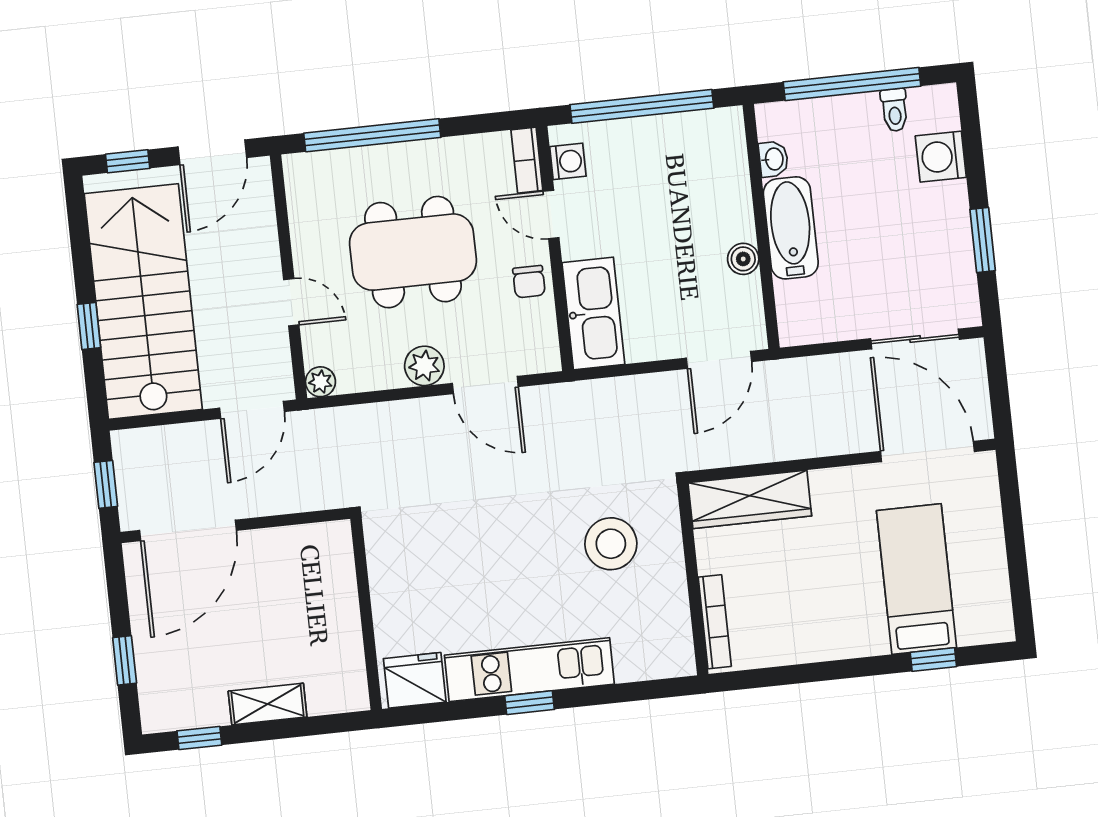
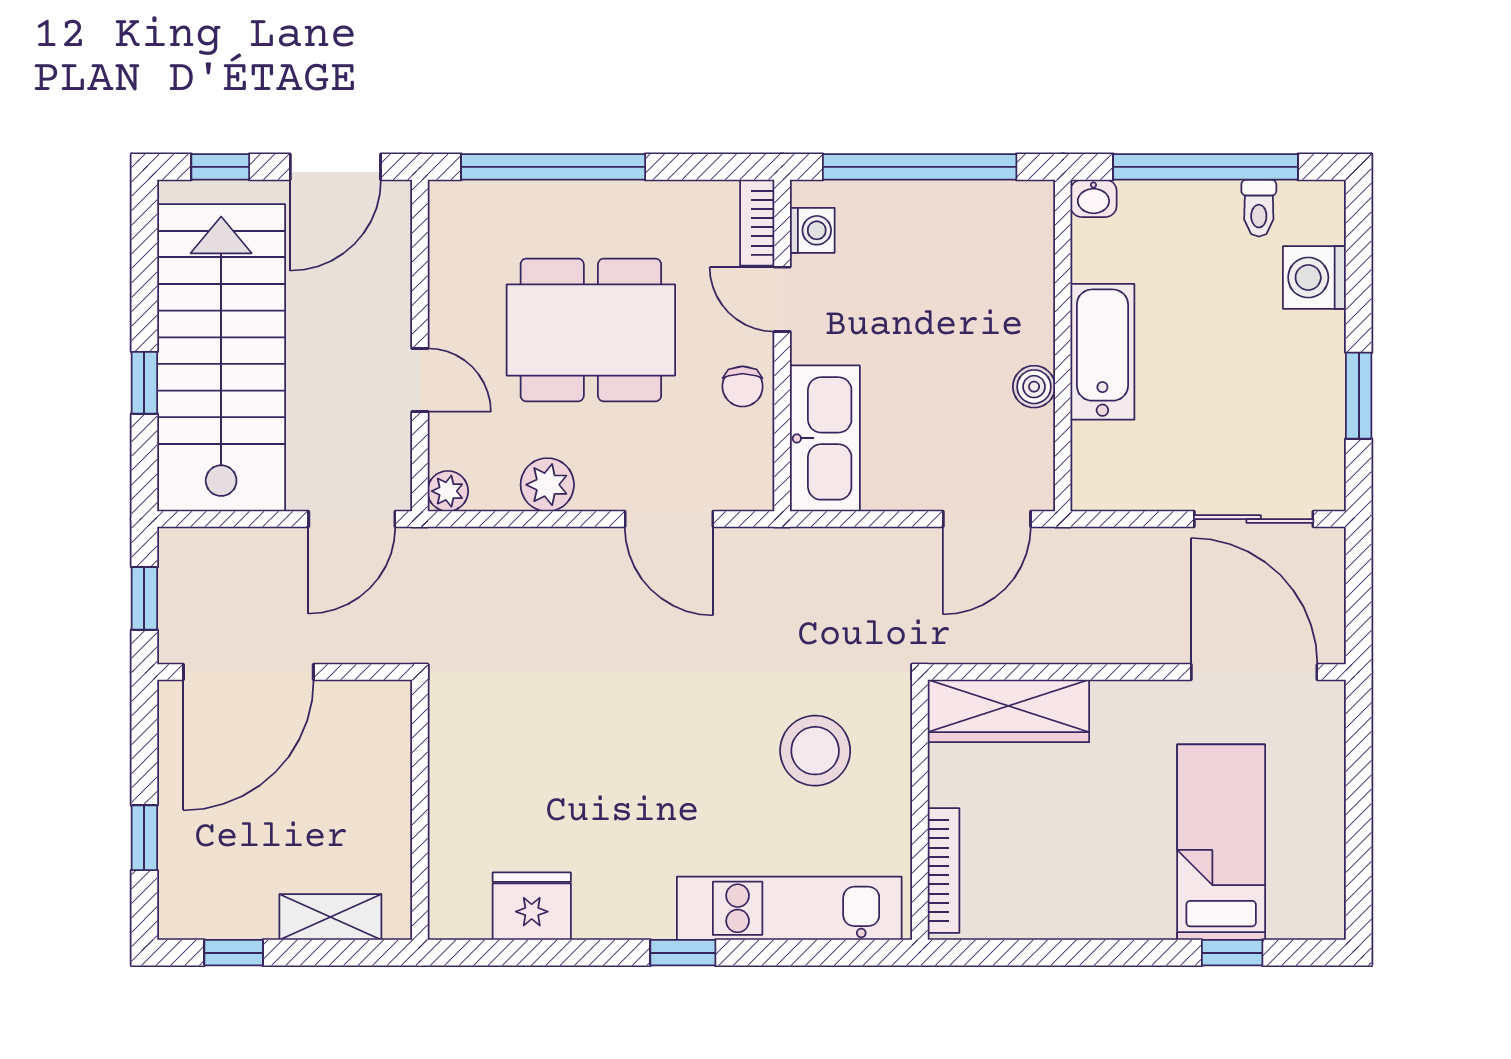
washbasin: (773, 159) -> (1093, 198), moved, turned 90
plant: (424, 366) -> (547, 485), moved
wall: (366, 614) -> (420, 810), moved
kitchen unit: (529, 670) -> (789, 908), moved

